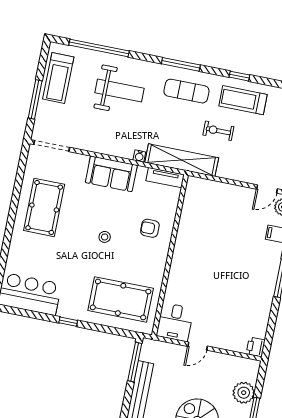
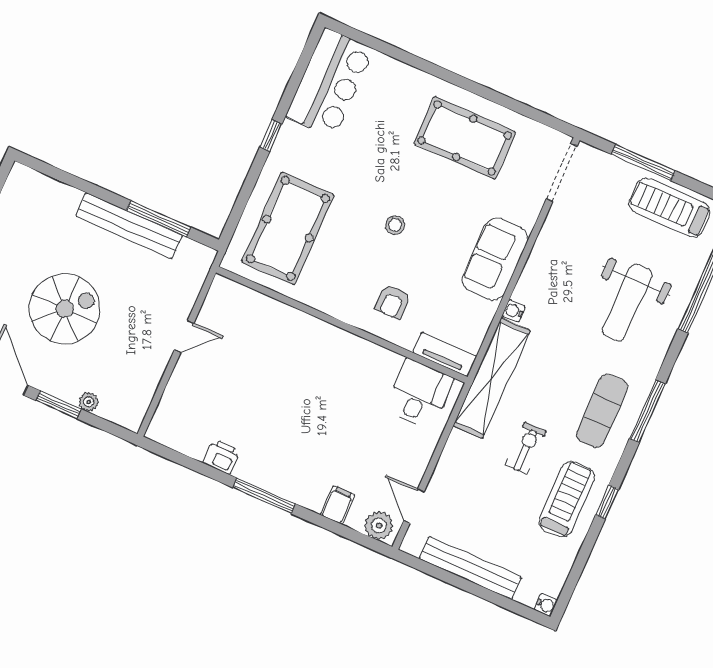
tv unit: (165, 178) -> (445, 354), moved, turned 90
armchair: (150, 228) -> (393, 302), turned 180
desk: (175, 322) -> (419, 394), moved, turned 90
door: (198, 346) -> (184, 337), swing flipped
printer: (256, 347) -> (221, 457), moved
window: (135, 362) -> (159, 219), moved
plant: (244, 393) -> (89, 402), width x0.53, depth x0.53

